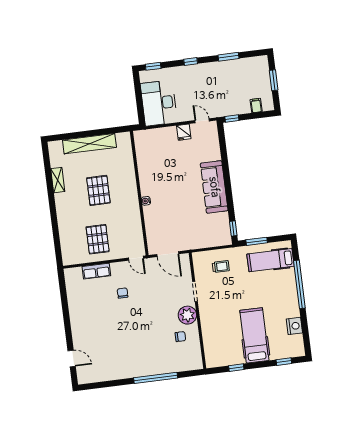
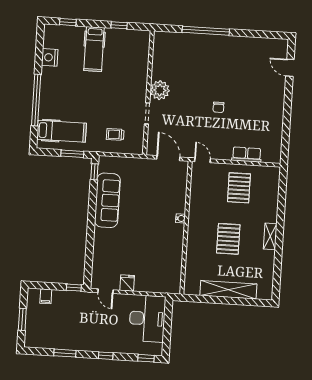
shelving: (58, 180) -> (270, 236), moved
sofa: (214, 187) -> (107, 200), moved
chair: (123, 293) -> (219, 107), moved
hospital bed: (254, 335) -> (94, 49), width x0.73, depth x0.78
chair: (180, 337) -> (171, 69), removed

